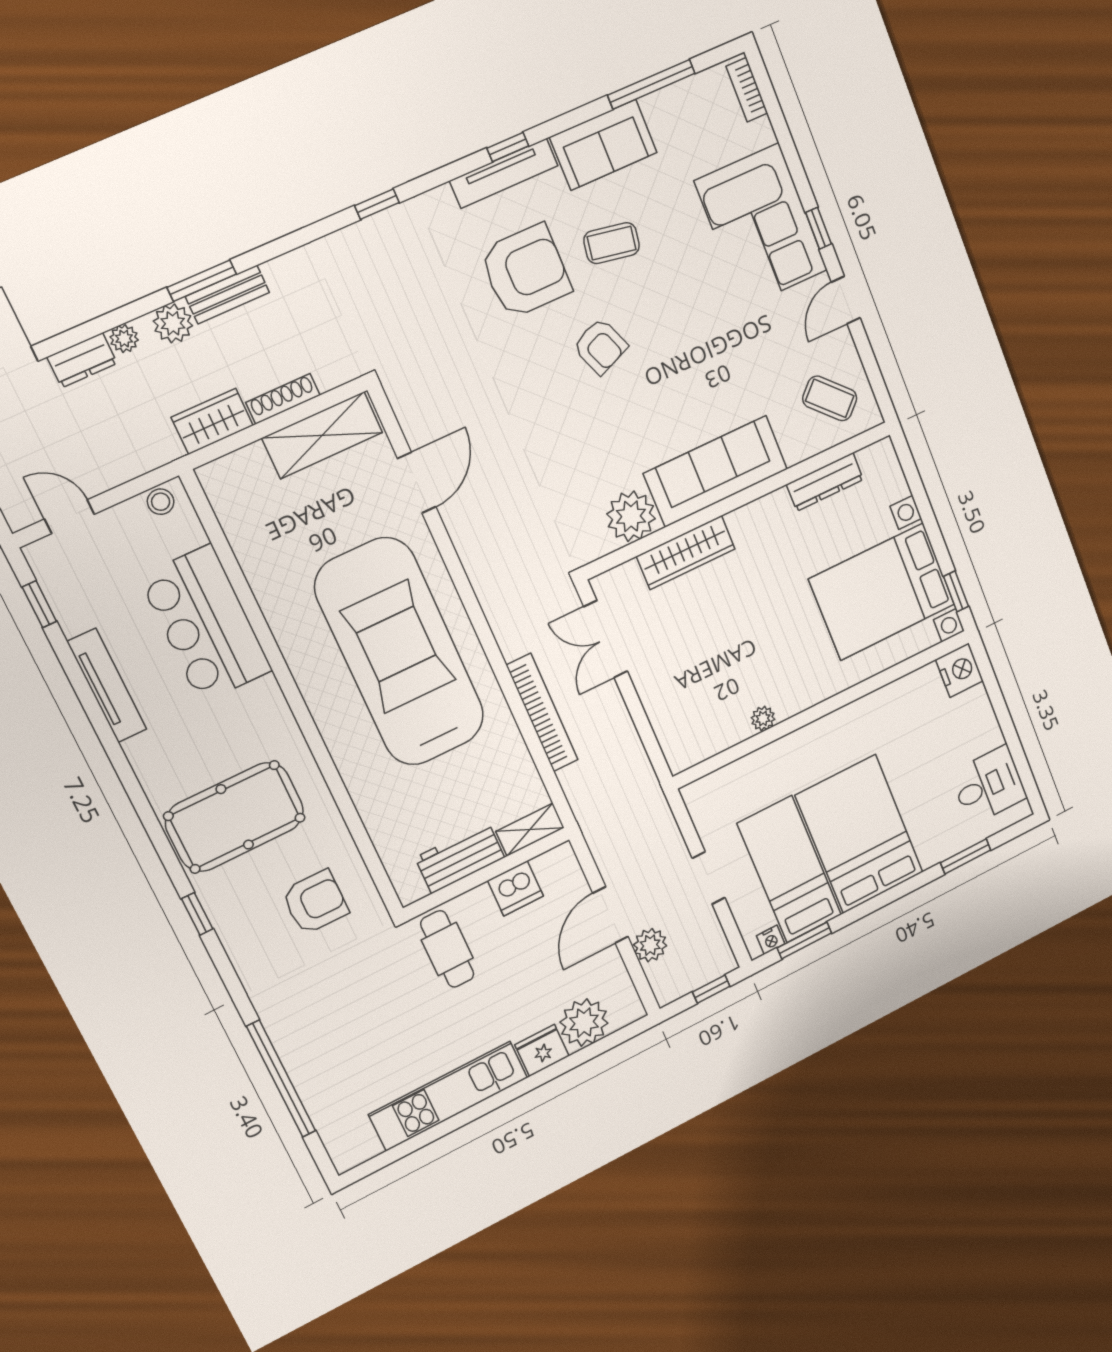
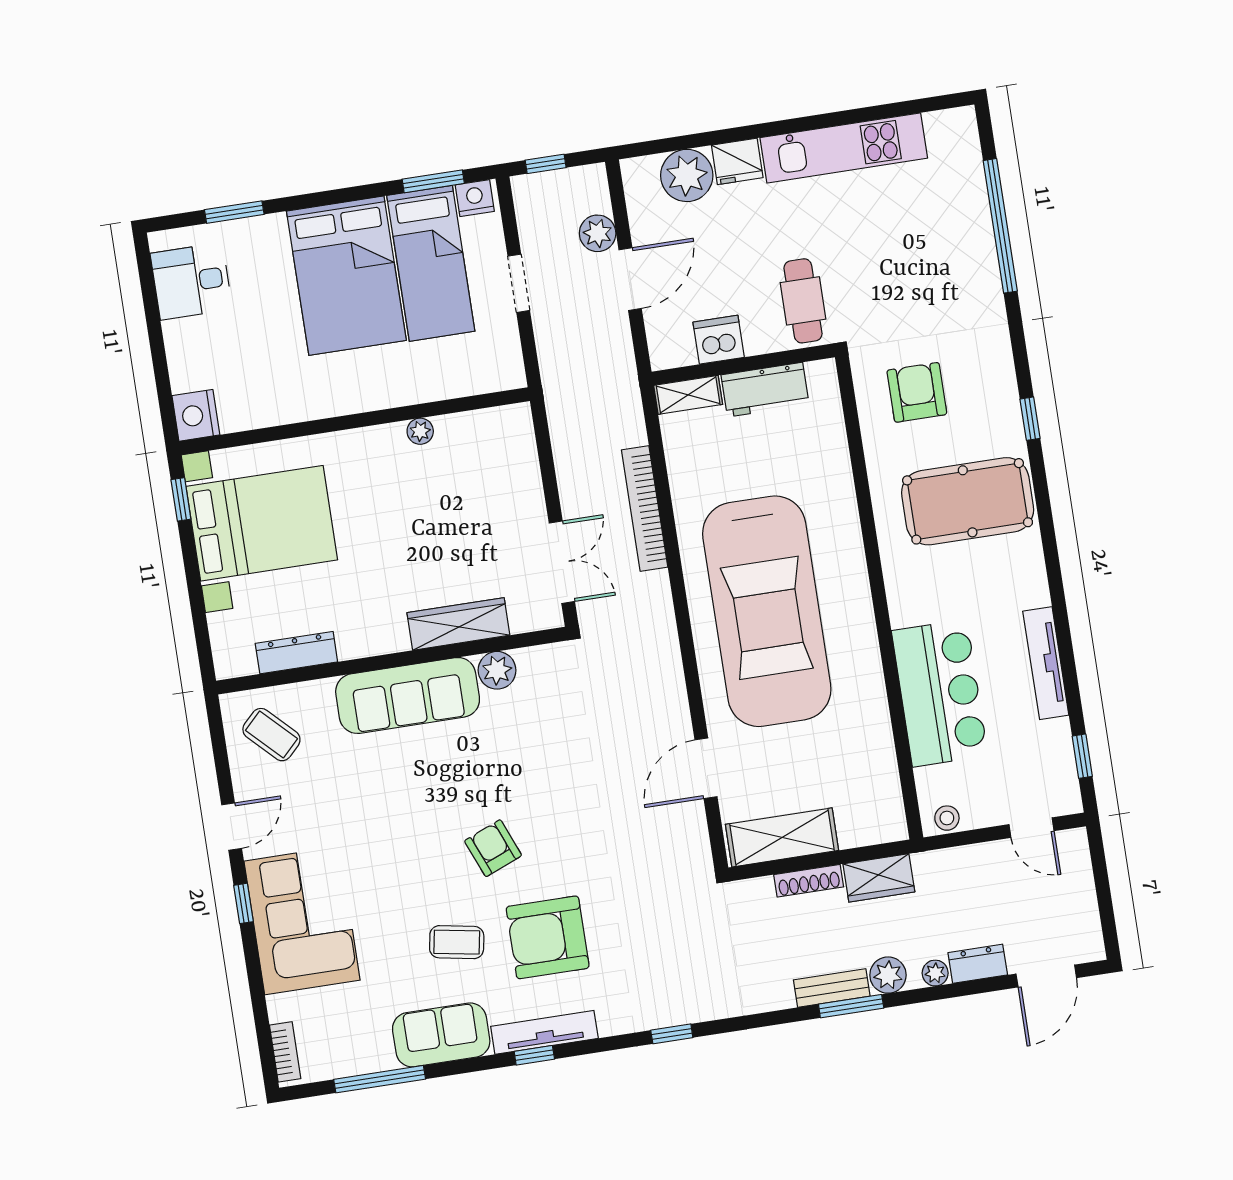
plant: (631, 516) -> (497, 670), width x0.73, depth x0.73
armchair: (315, 902) -> (917, 392), turned 90
nightstand: (771, 940) -> (475, 198), width x1.39, depth x1.35

